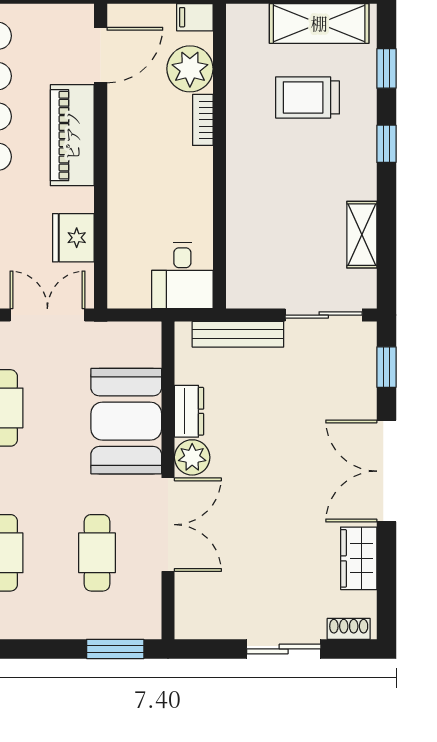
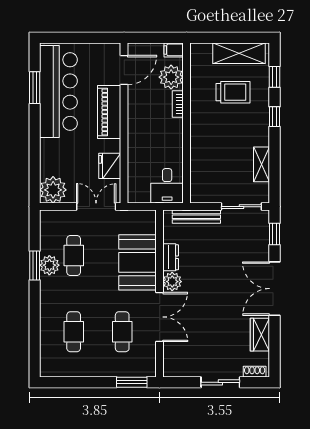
trolley: (308, 97) -> (233, 92), turned 180

